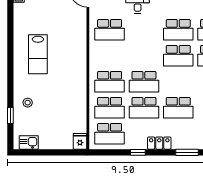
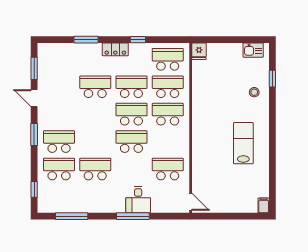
school desk: (178, 56) -> (131, 142), moved

